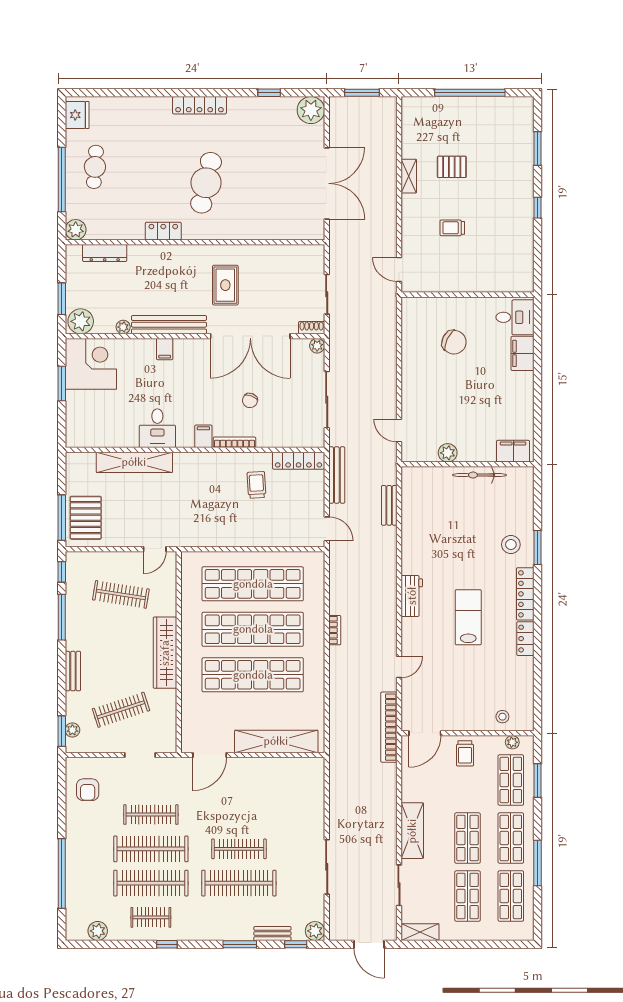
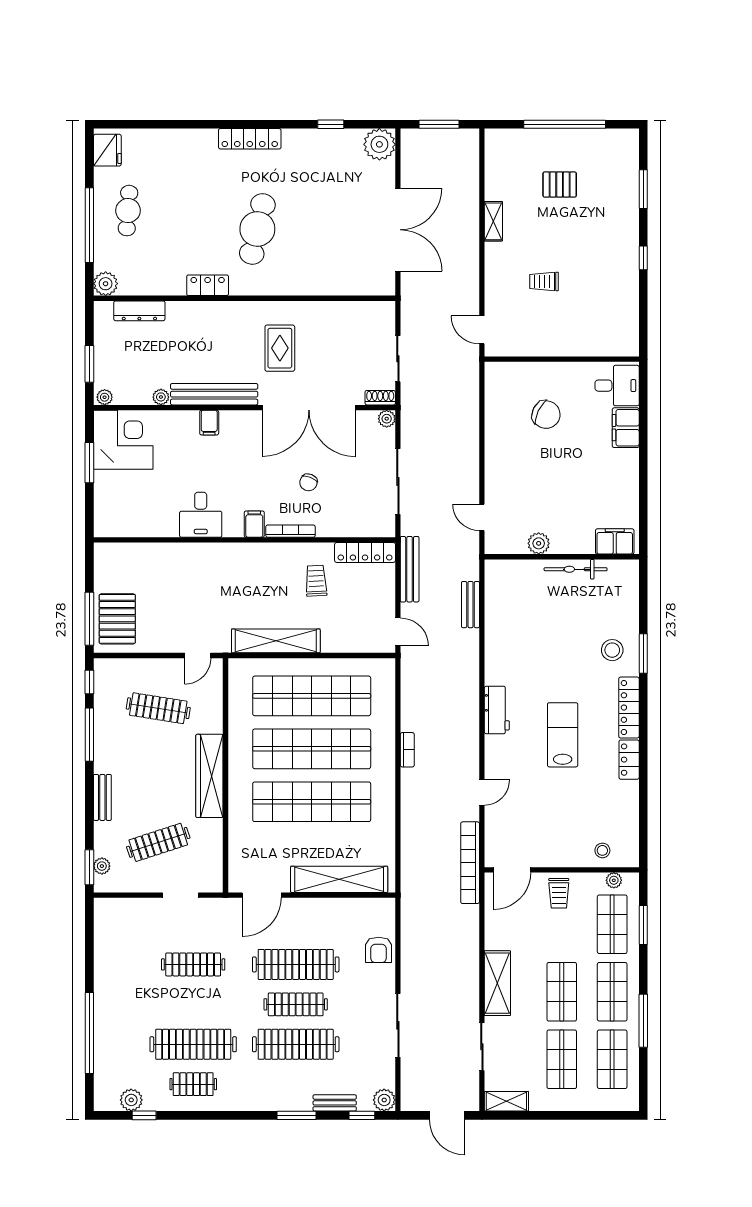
pallet: (452, 167) -> (560, 184), moved
plant: (81, 321) -> (105, 397), width x0.53, depth x0.53
shelving: (134, 462) -> (276, 641), moved
armchair: (88, 790) -> (379, 950), moved
clothes rail: (151, 849) -> (296, 964), moved
window: (167, 944) -> (144, 1115), moved

